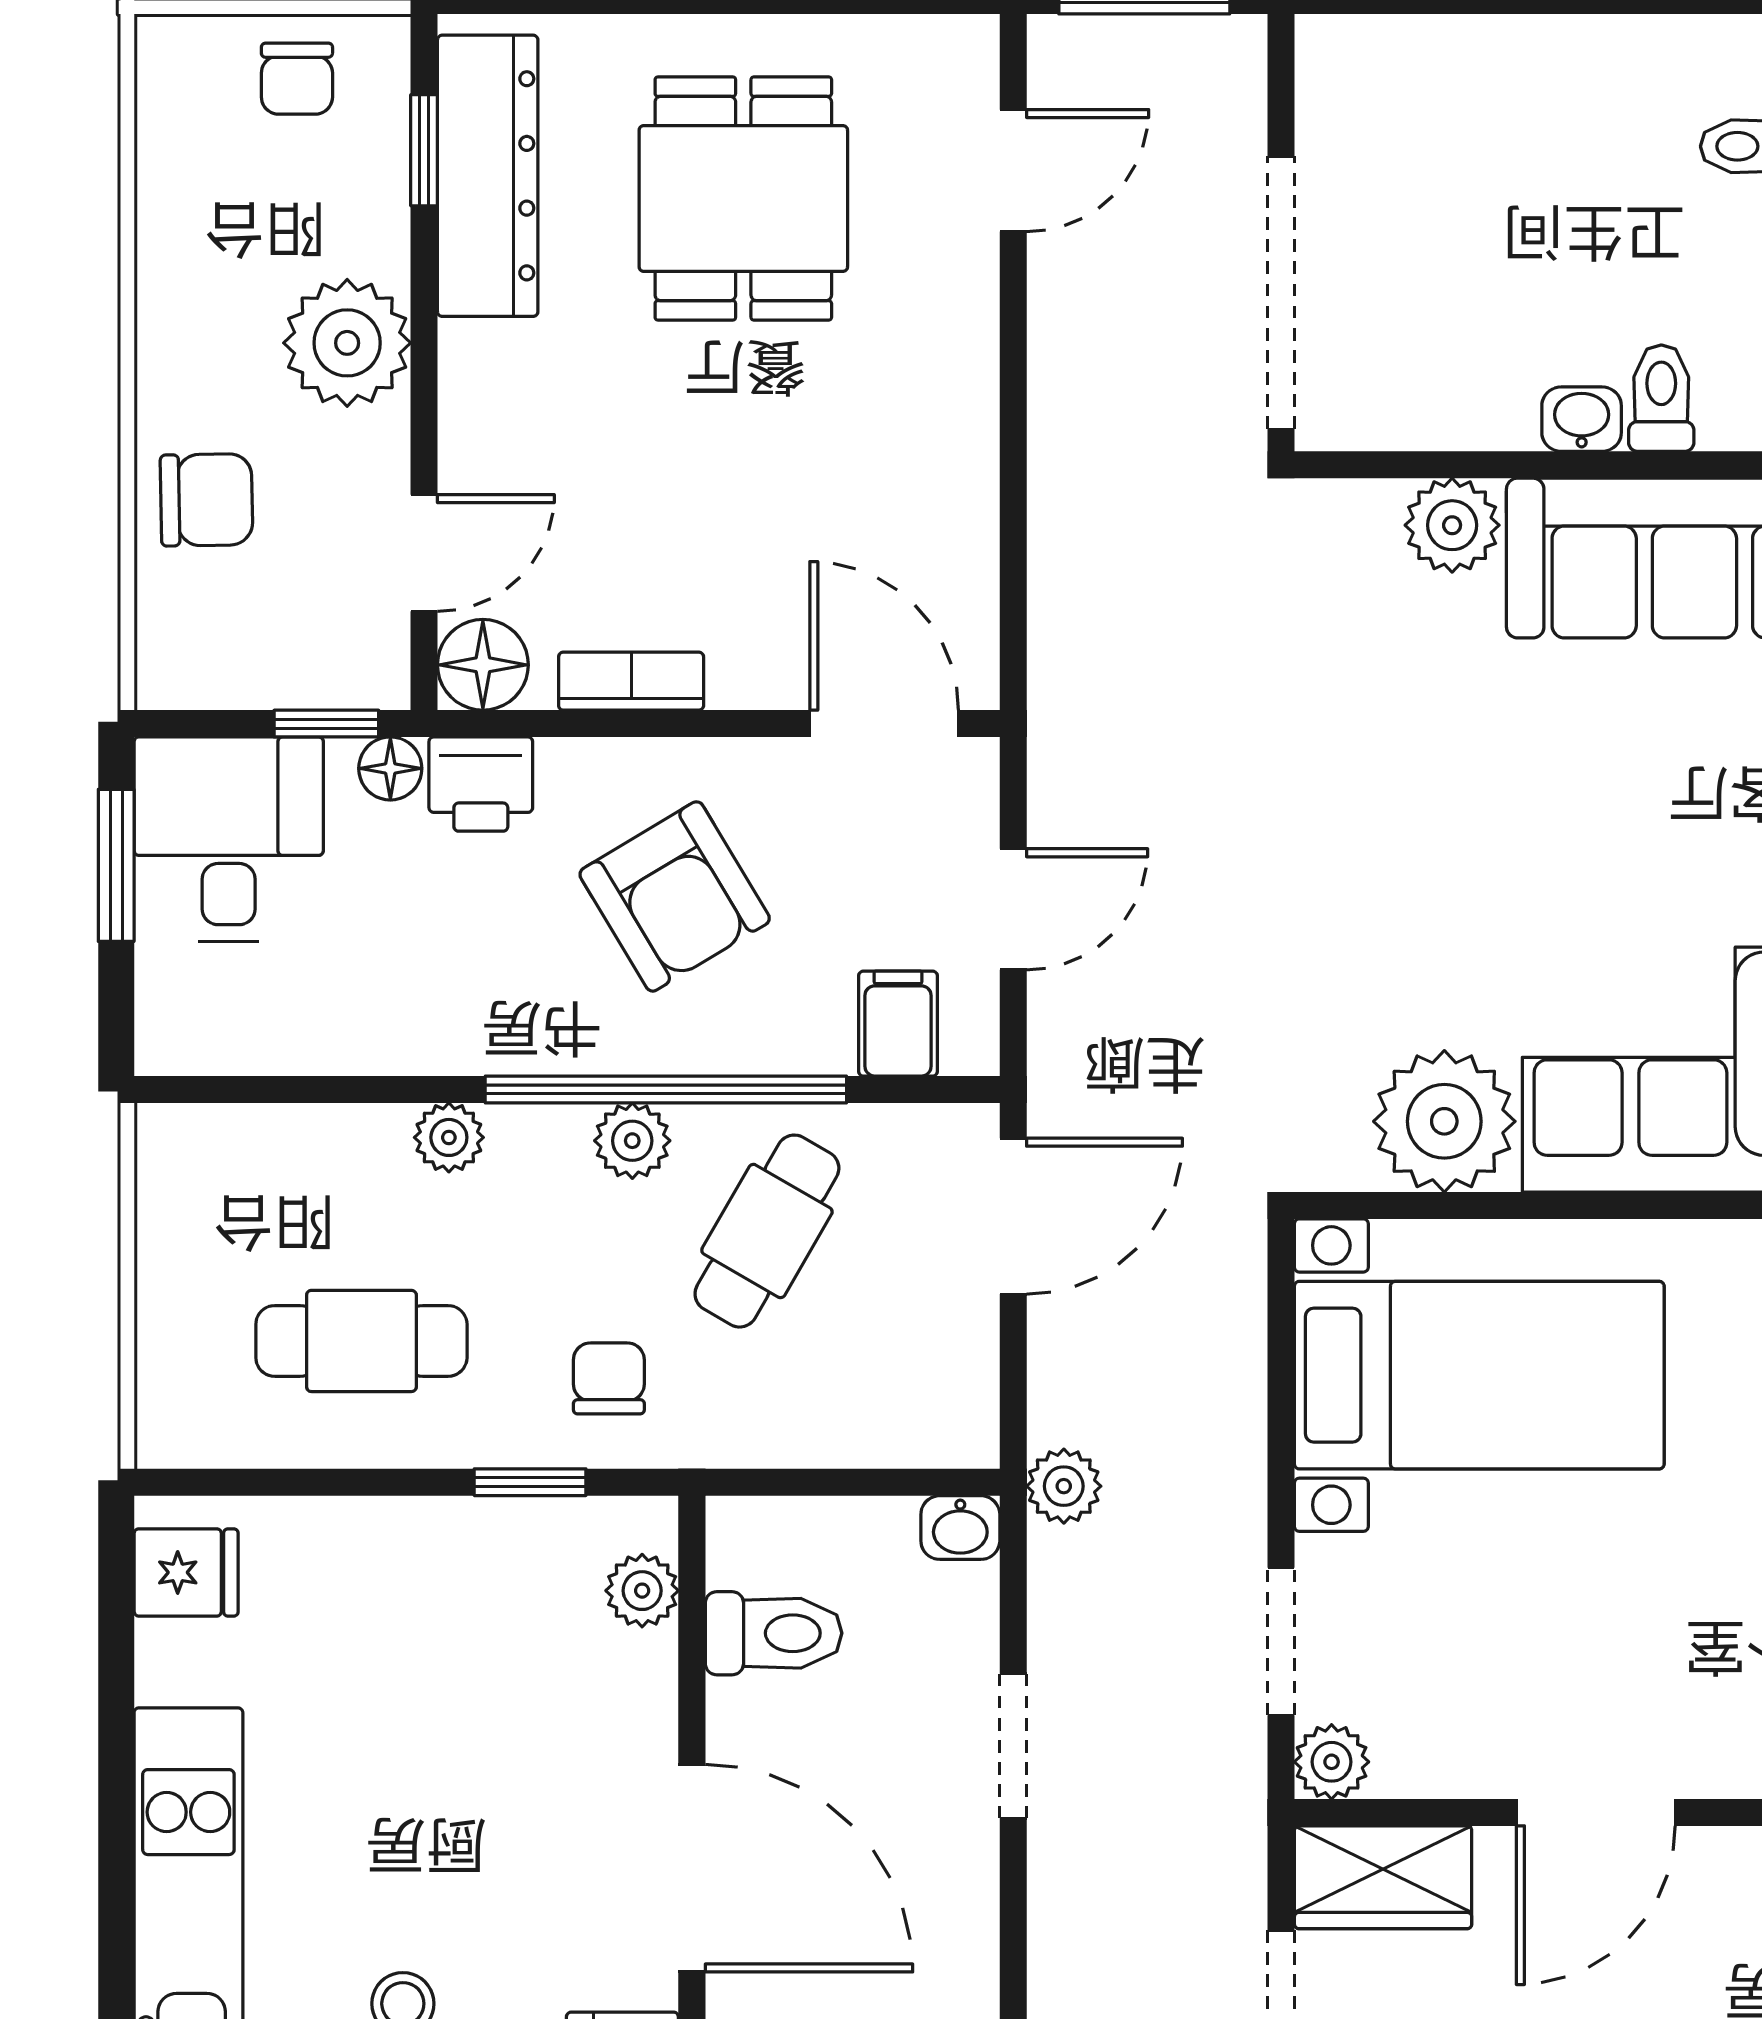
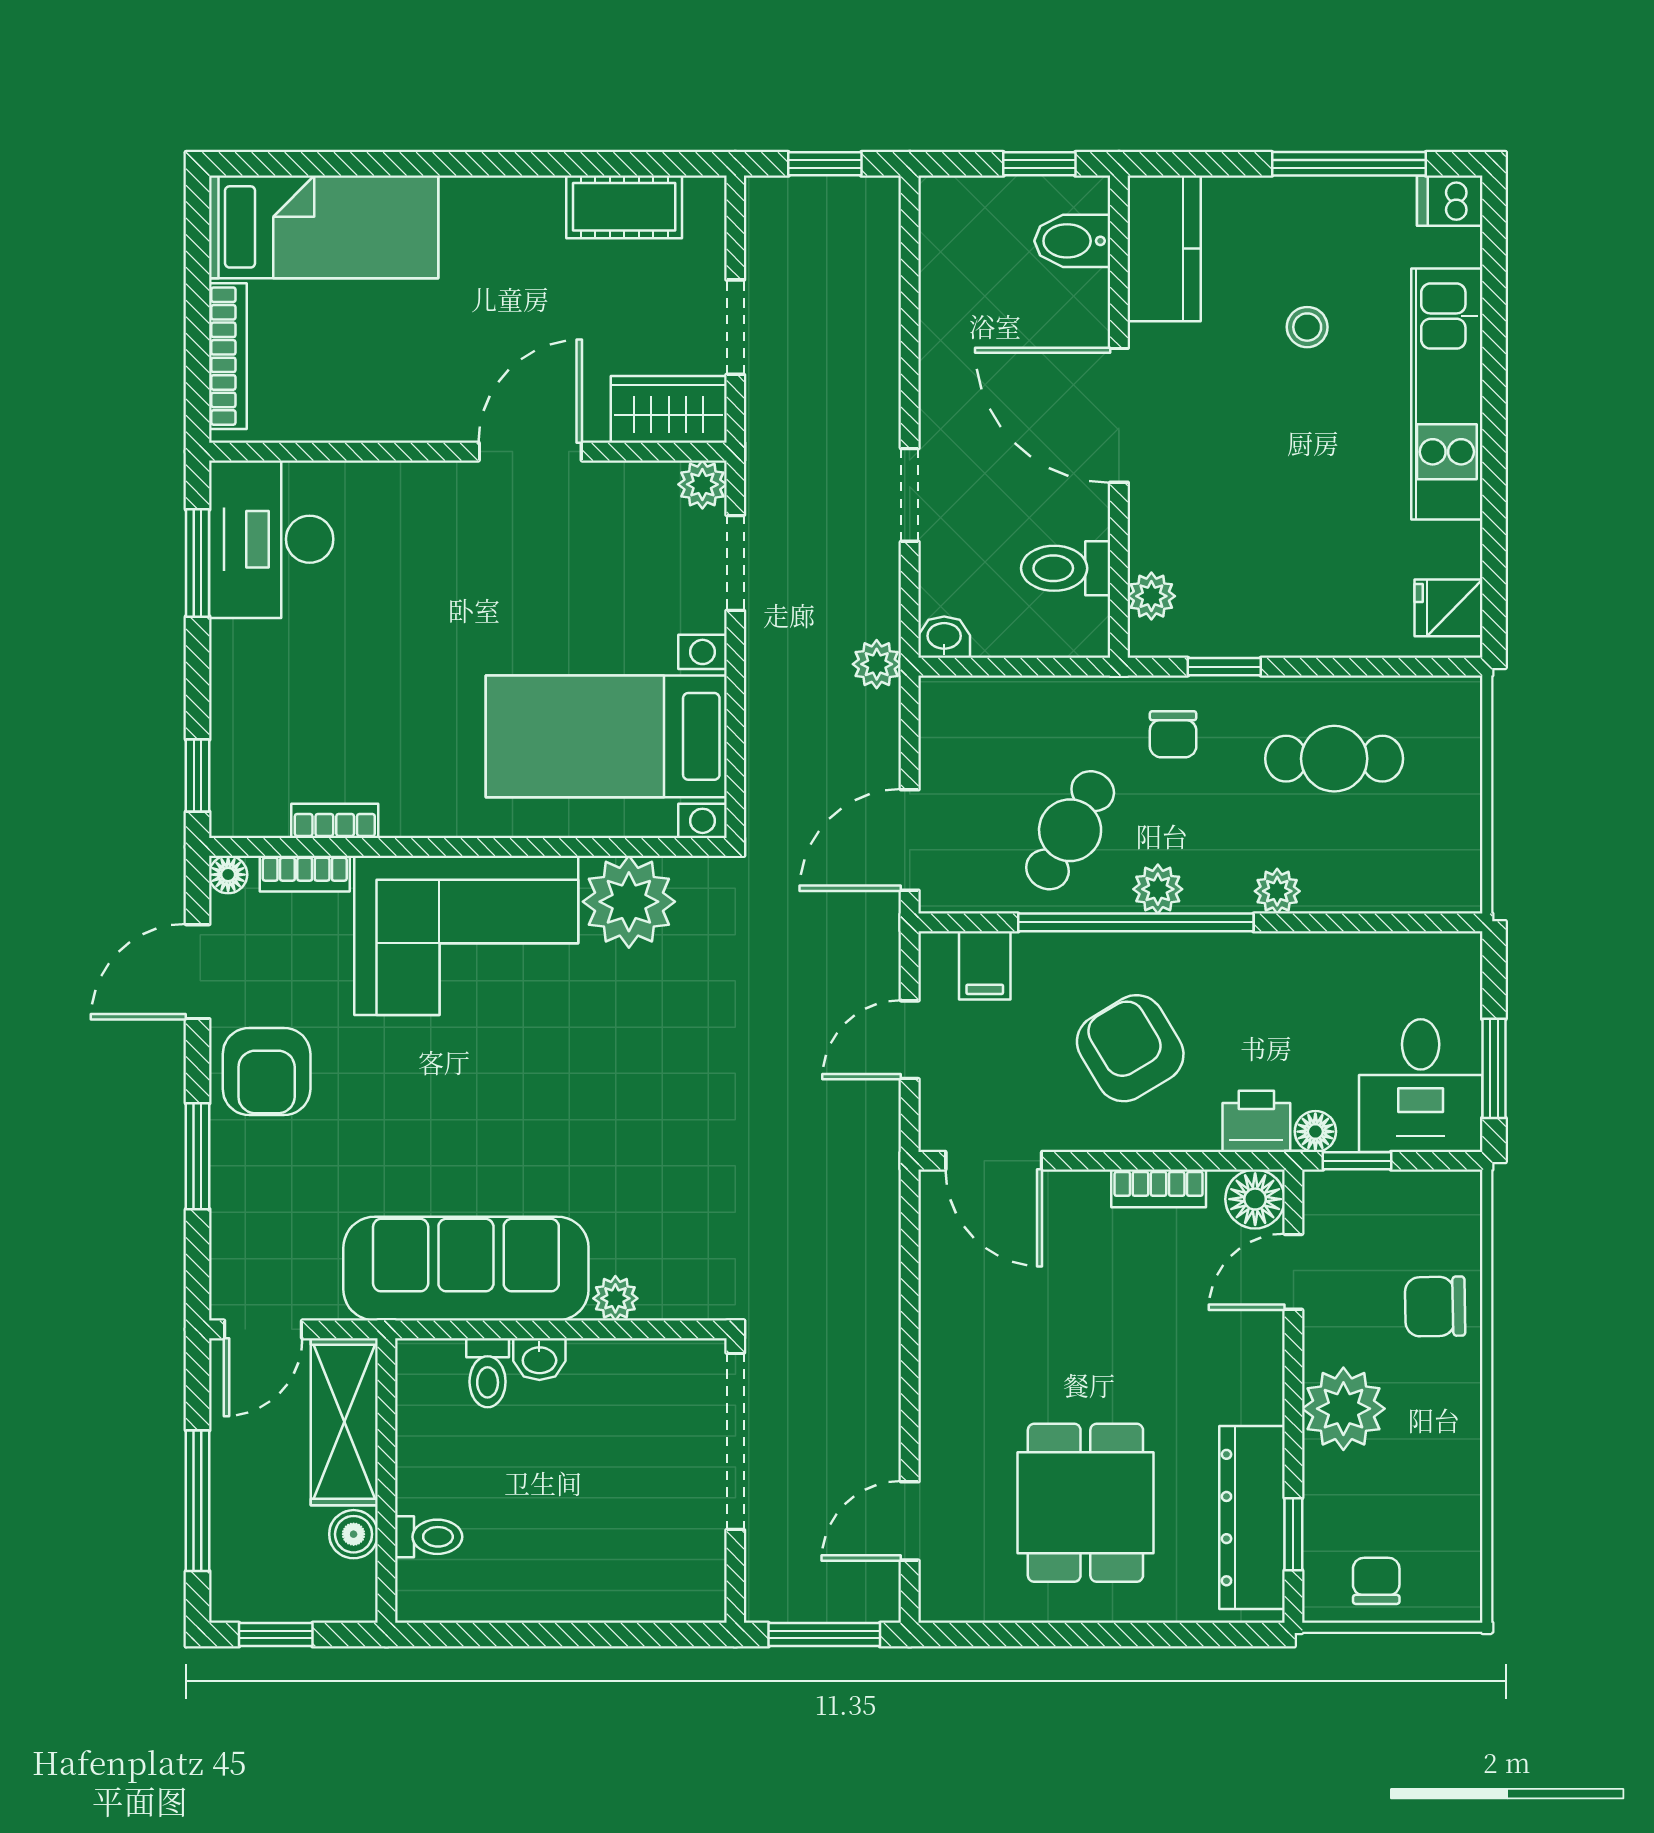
plant: (1452, 525) -> (615, 1298), width x0.73, depth x0.73

